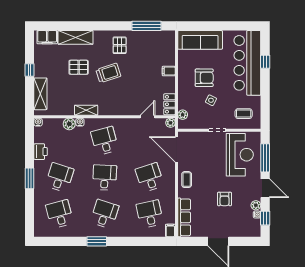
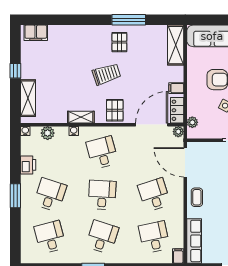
window: (147, 26) -> (129, 20), moved
shelving: (76, 37) -> (176, 45), moved, turned 90
pallet: (79, 67) -> (115, 110), moved, turned 90
filing cabinet: (169, 71) -> (176, 88), moved
door: (147, 117) -> (152, 125), width x1.87
plant: (69, 124) -> (48, 133), moved

